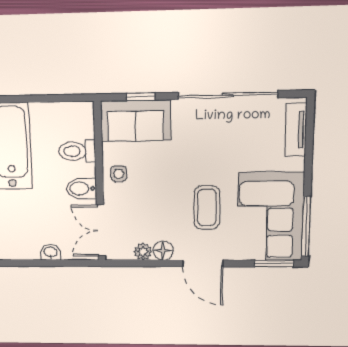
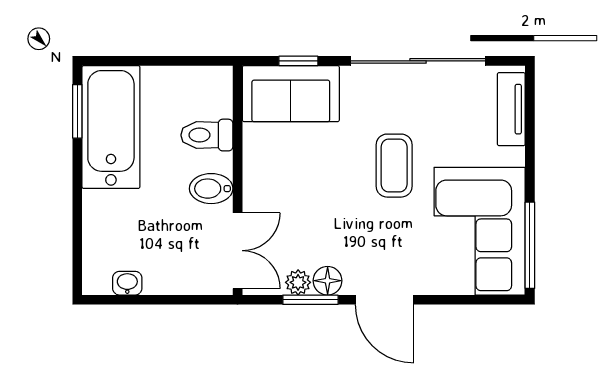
side table: (119, 174) -> (265, 168), removed
coffee table: (207, 208) -> (394, 166), moved
double door: (101, 231) -> (238, 251), swing flipped
washbasin: (51, 252) -> (127, 283), moved
window: (274, 263) -> (310, 300), moved

